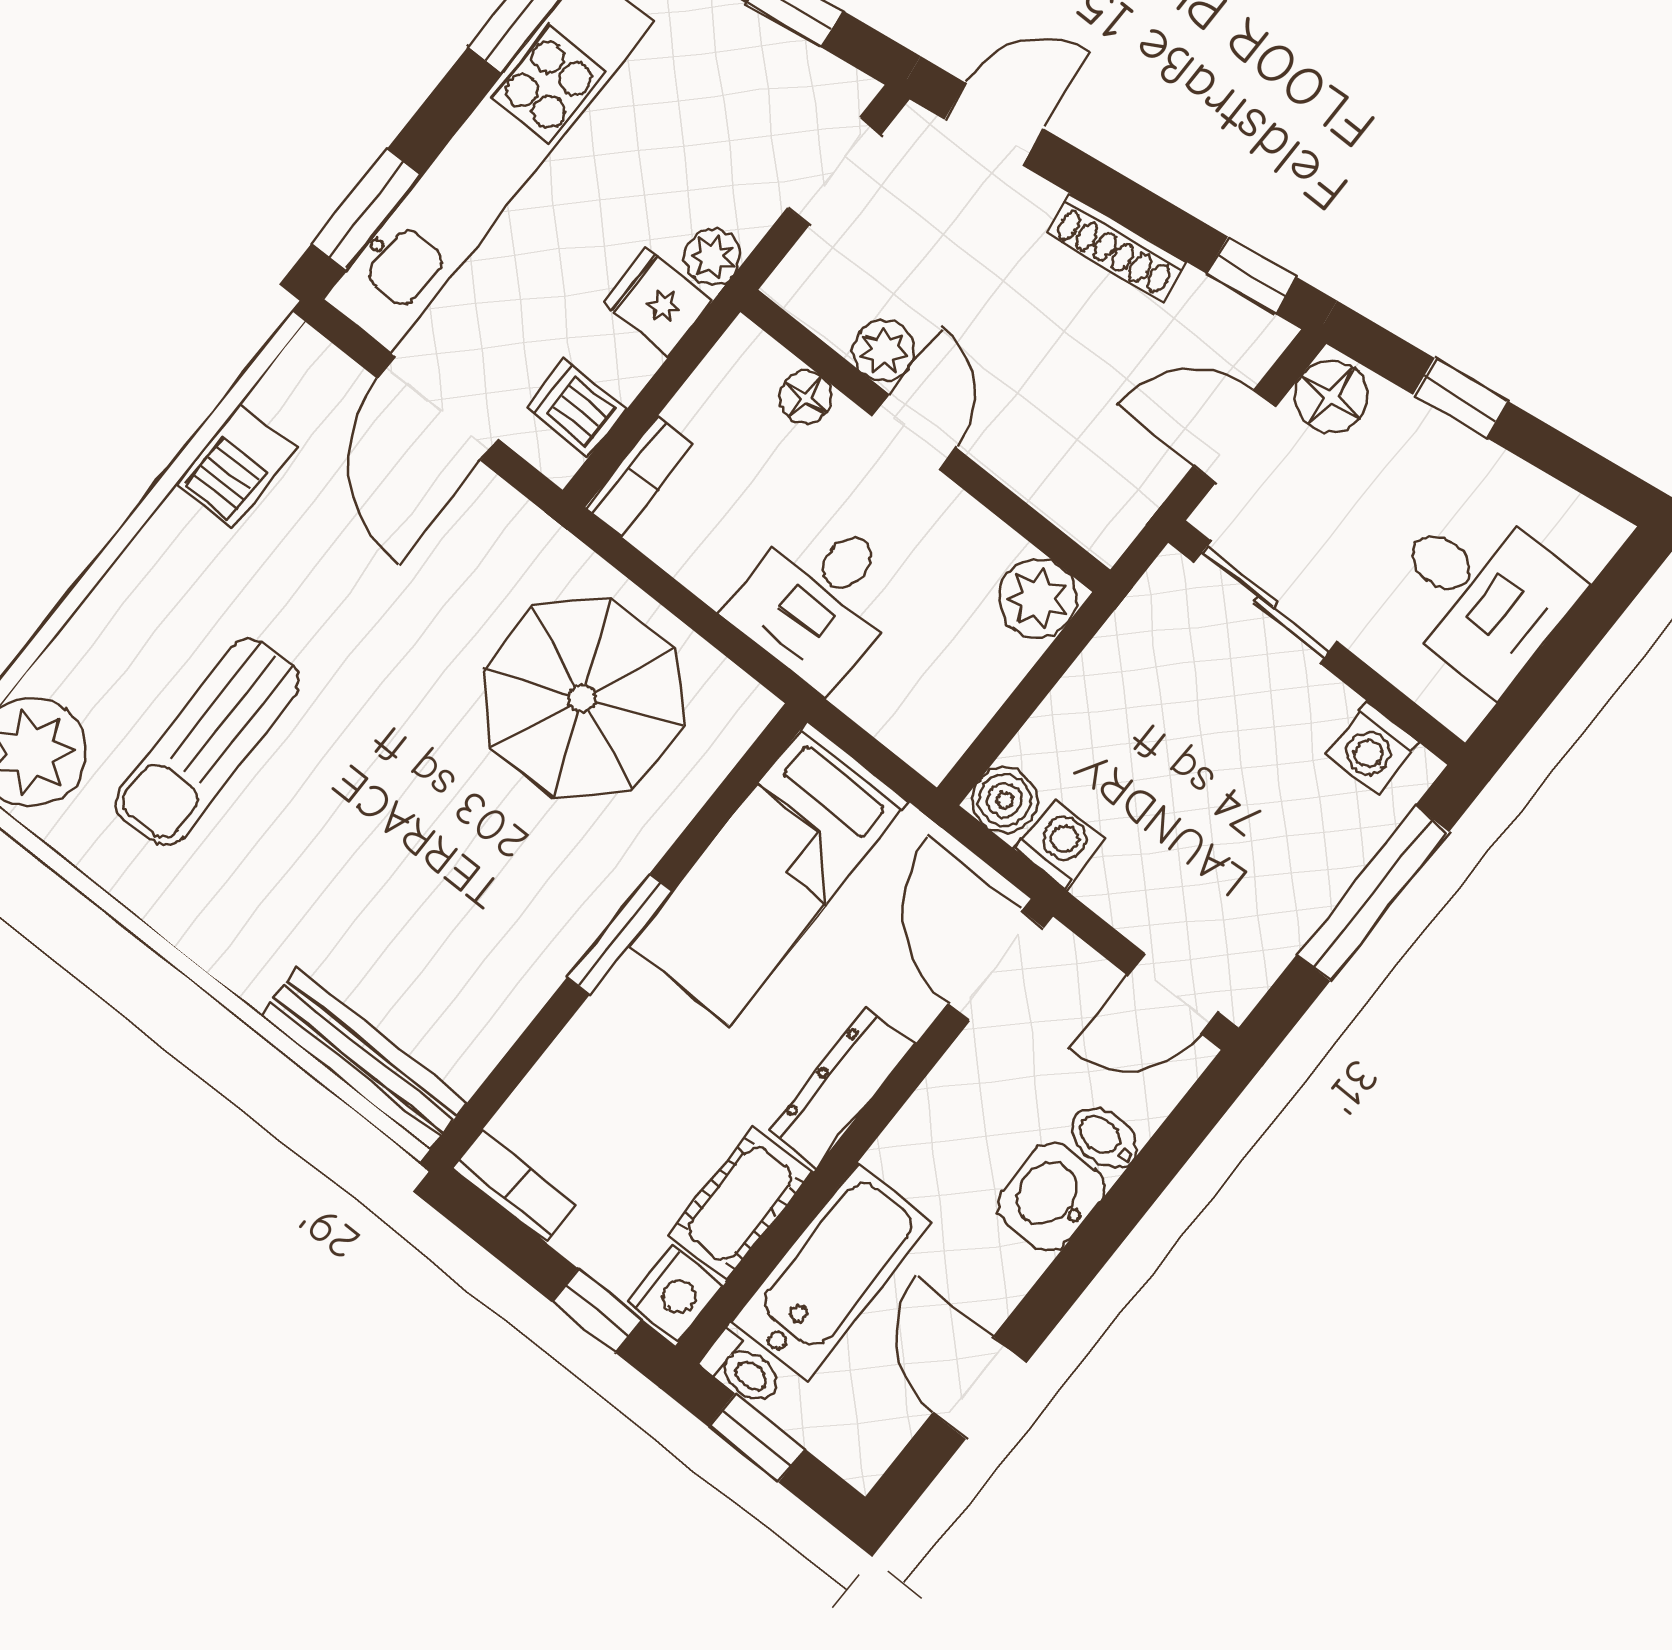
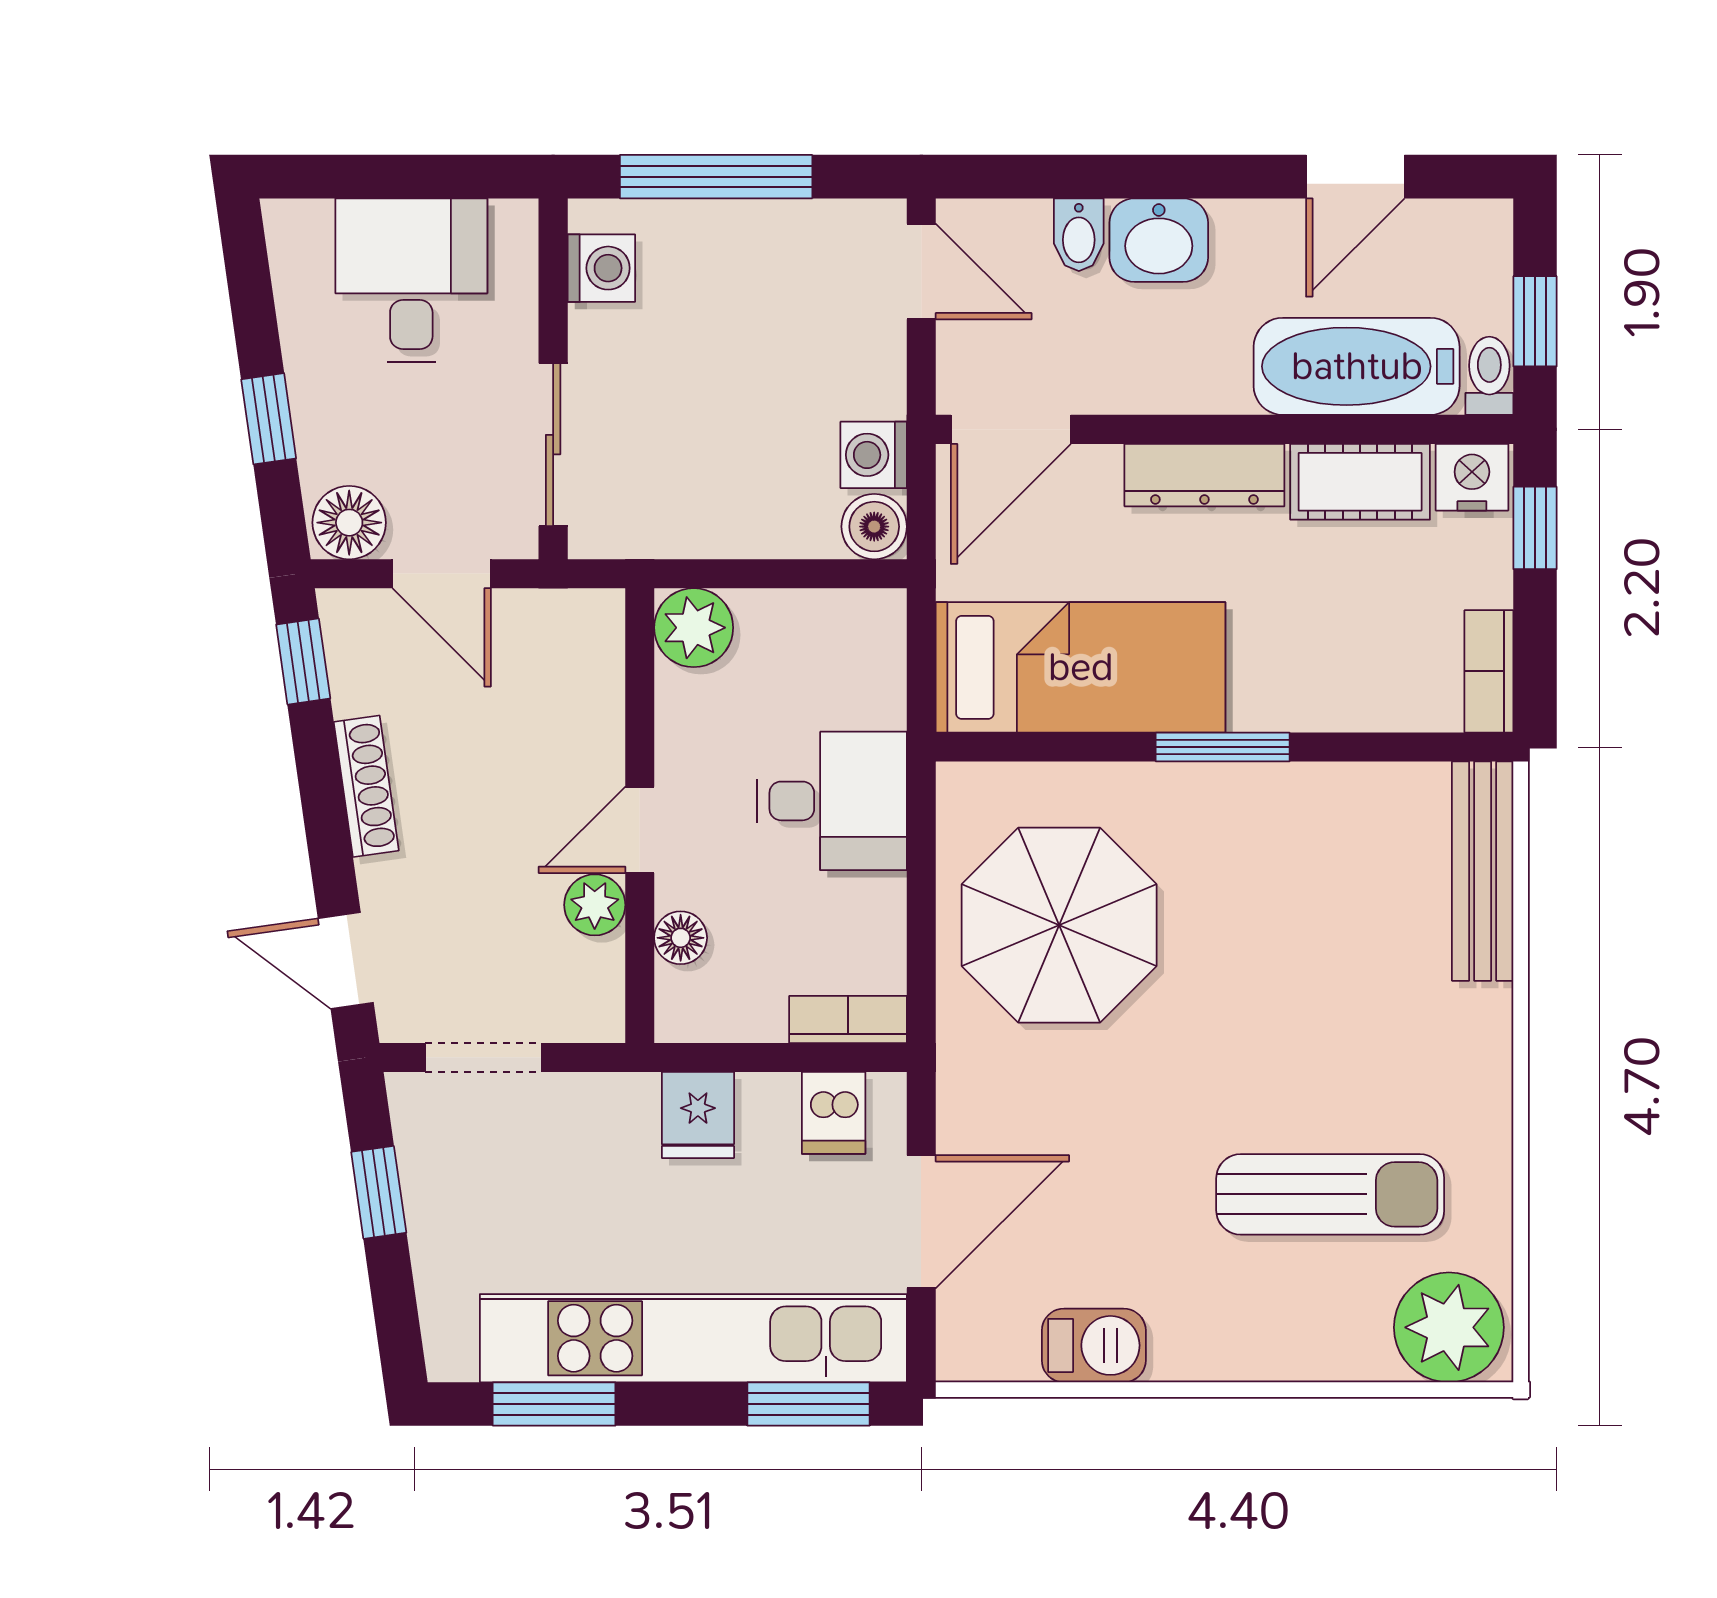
plant: (712, 257) -> (628, 1100), removed

